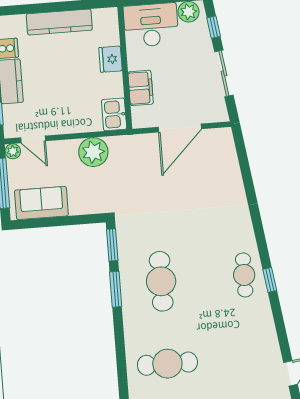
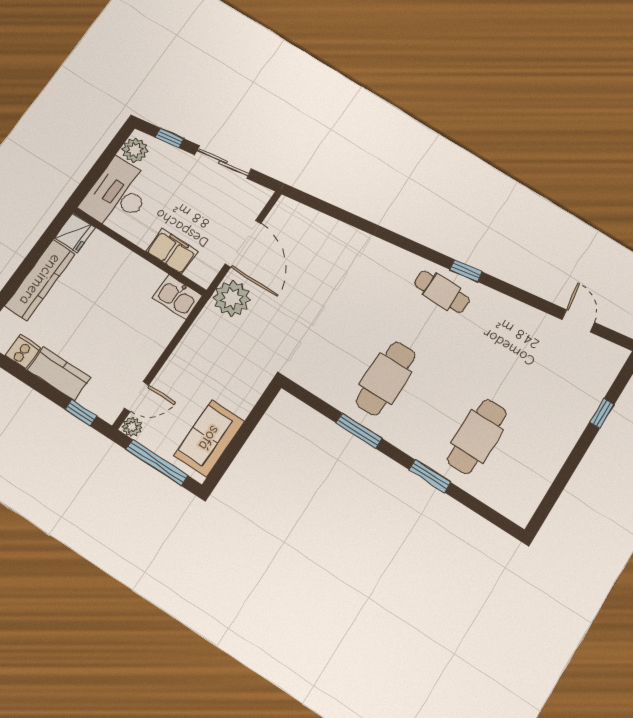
fridge: (110, 59) -> (75, 233), moved, turned -90
plant: (93, 152) -> (232, 298), moved
window: (112, 245) -> (430, 476), moved
cafe table: (161, 281) -> (386, 378), turned 90

